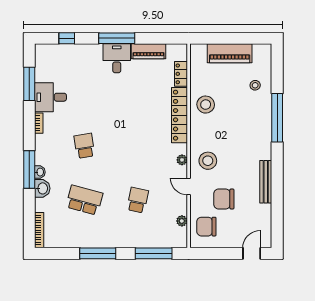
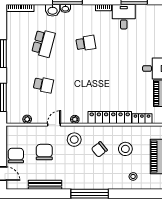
stool: (206, 105) -> (125, 149), moved
window: (277, 118) -> (90, 194), moved
chair: (220, 128) -> (99, 149), added
bench: (266, 182) -> (45, 185), moved
chair: (206, 227) -> (16, 156), moved

